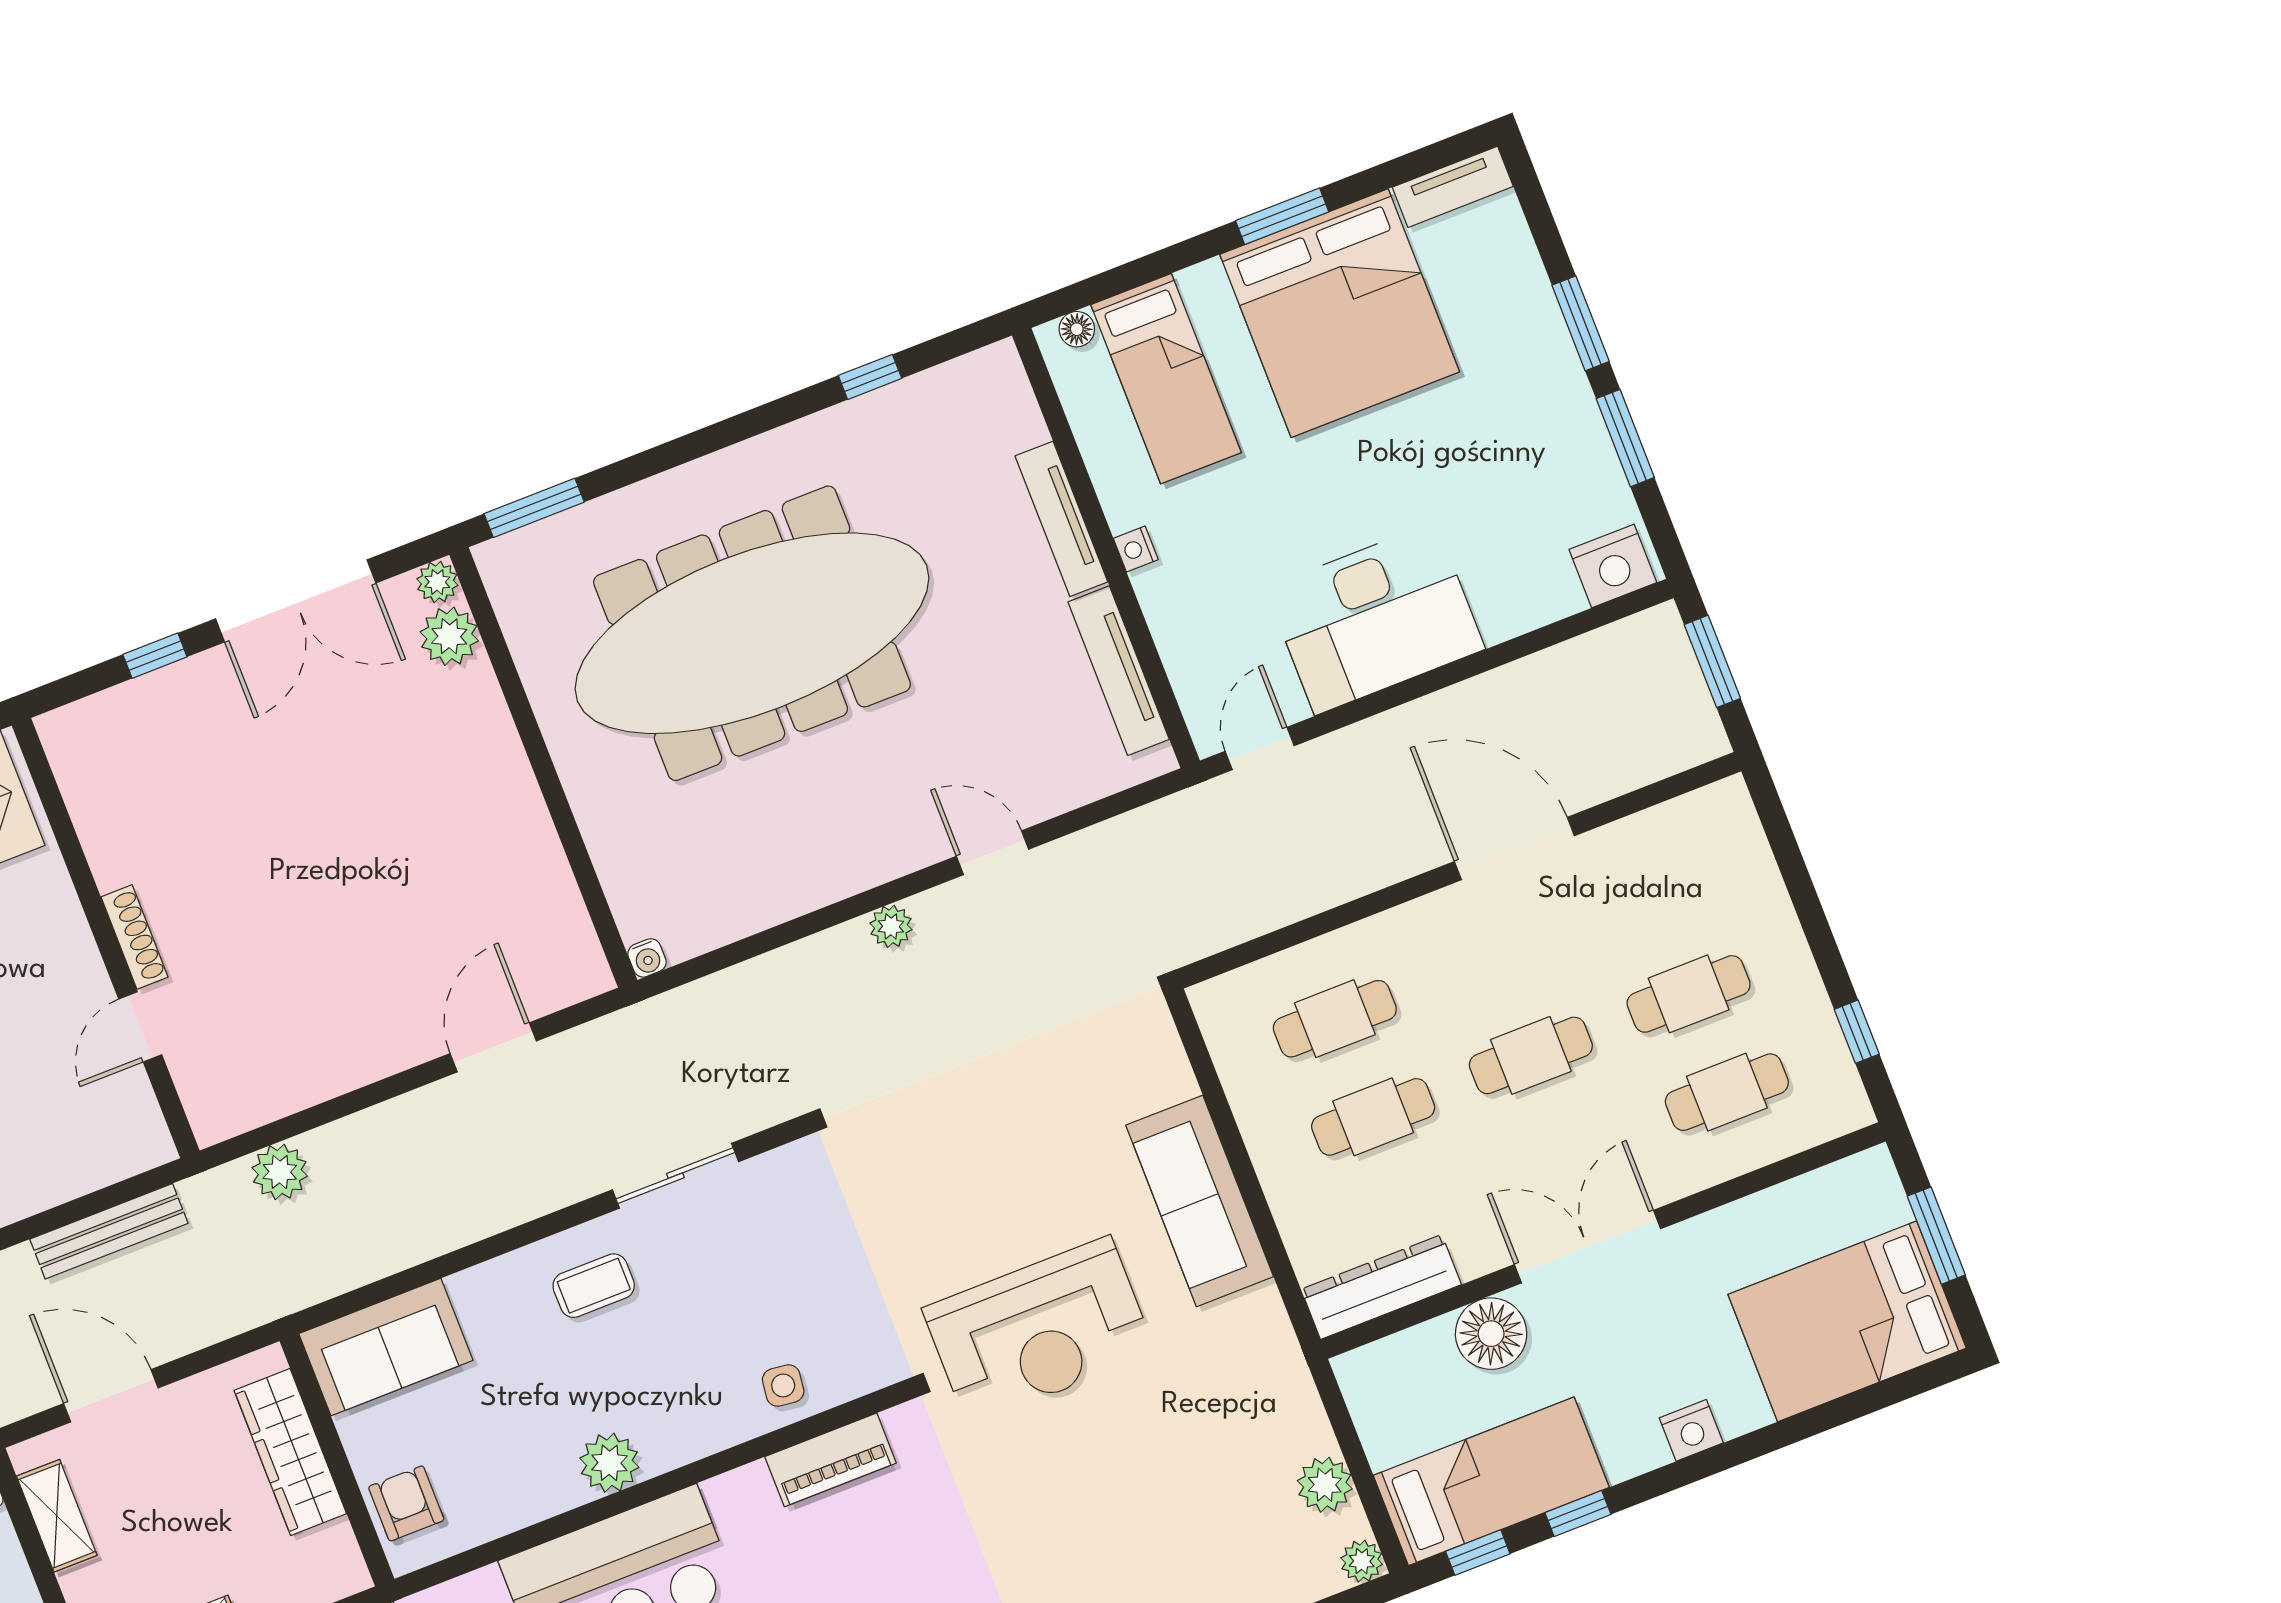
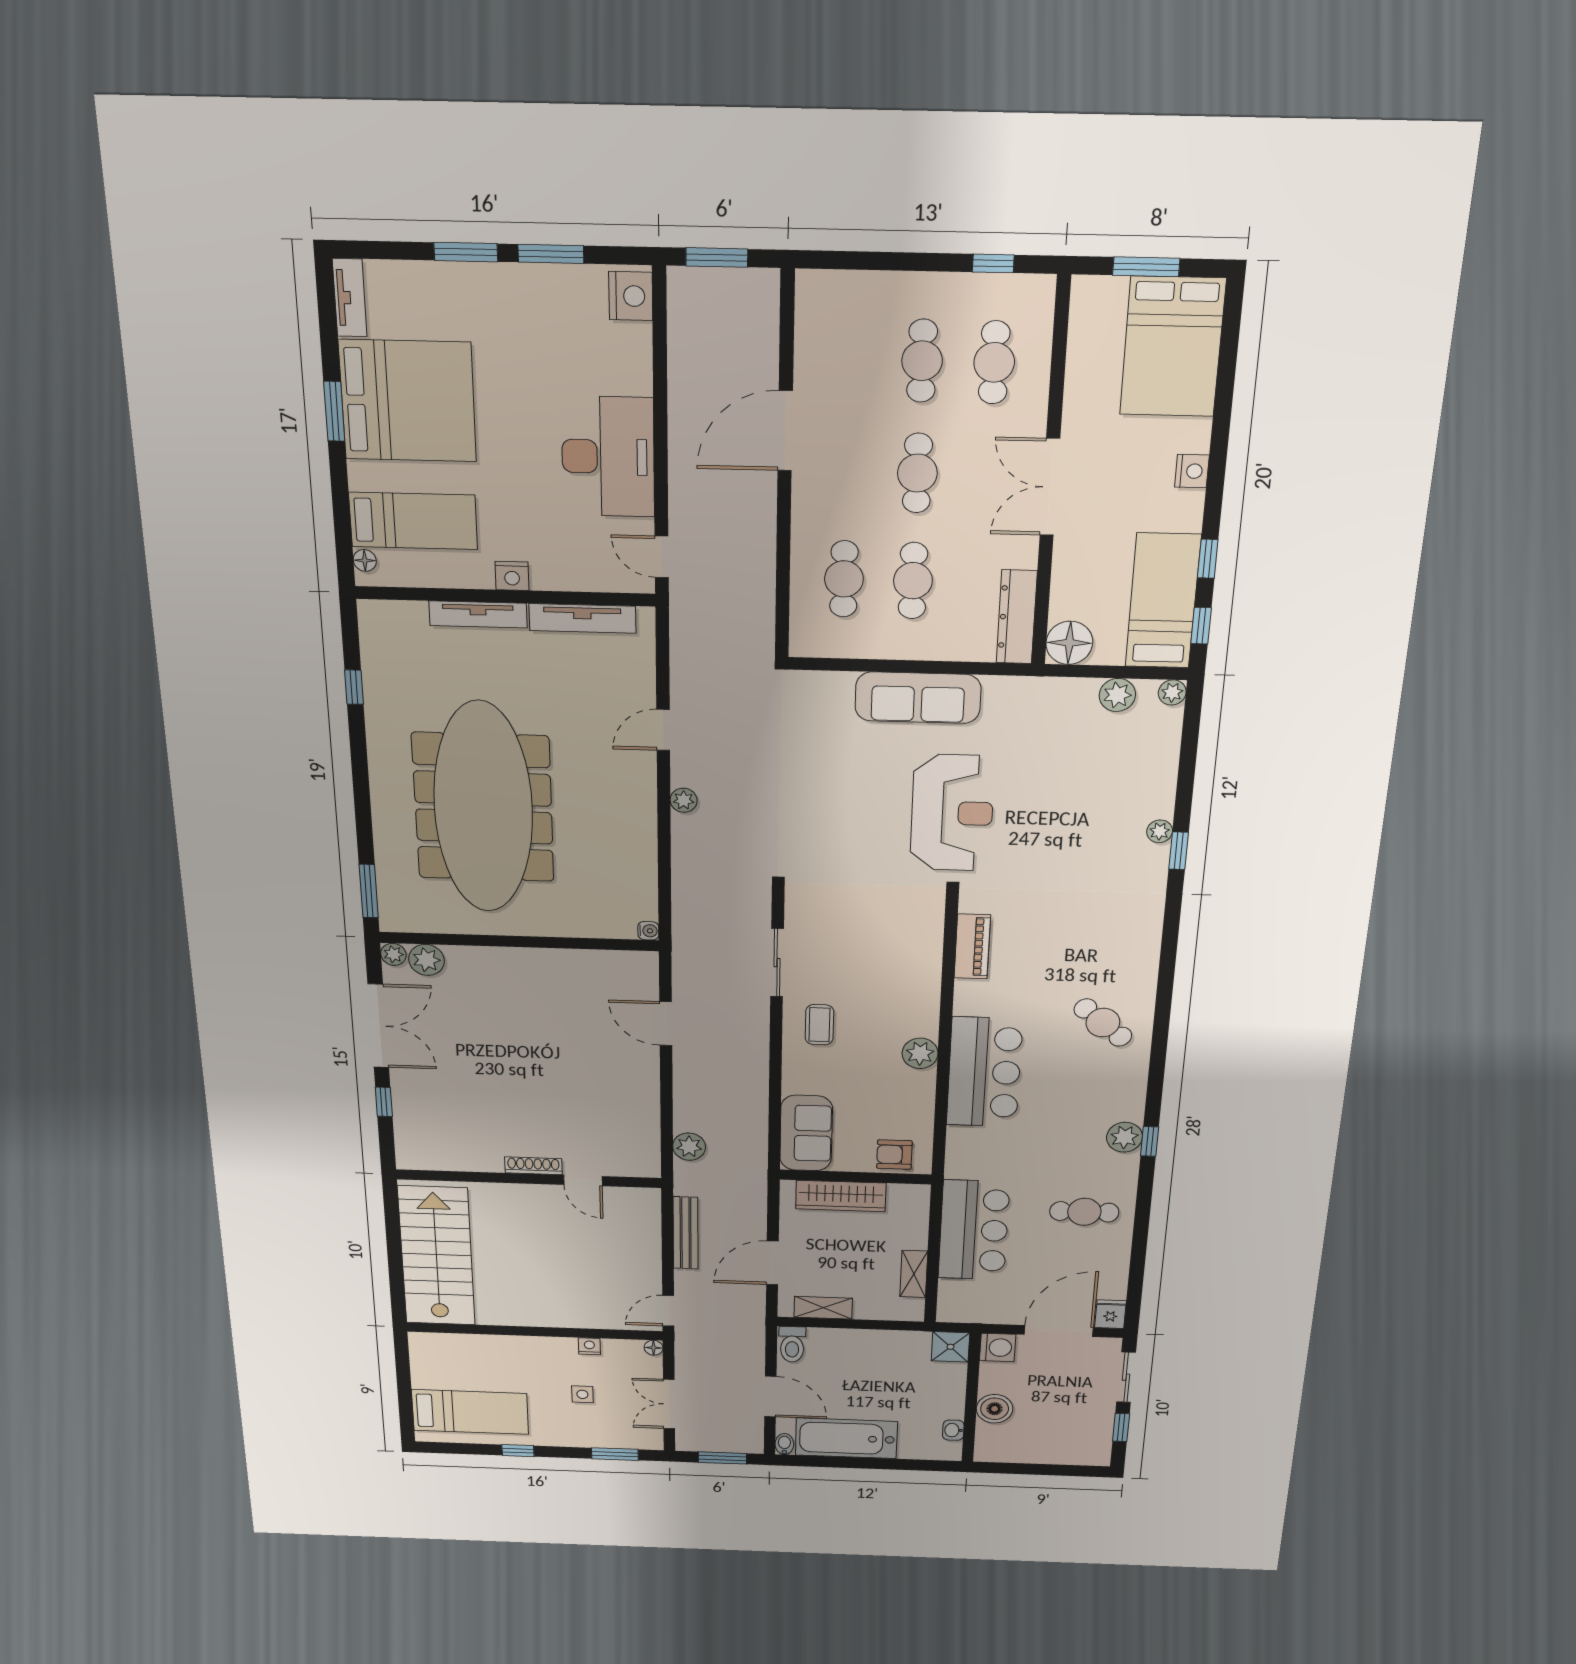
nightstand: (1136, 549) -> (512, 576), width x1.39, depth x1.35
floor lamp: (1491, 1334) -> (1069, 643), moved
side table: (783, 1386) -> (919, 954), removed

